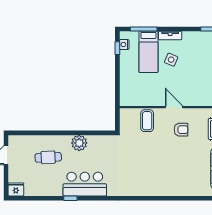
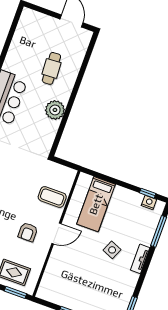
bed: (148, 52) -> (96, 204), moved, turned -90
fridge: (16, 189) -> (28, 18), removed

